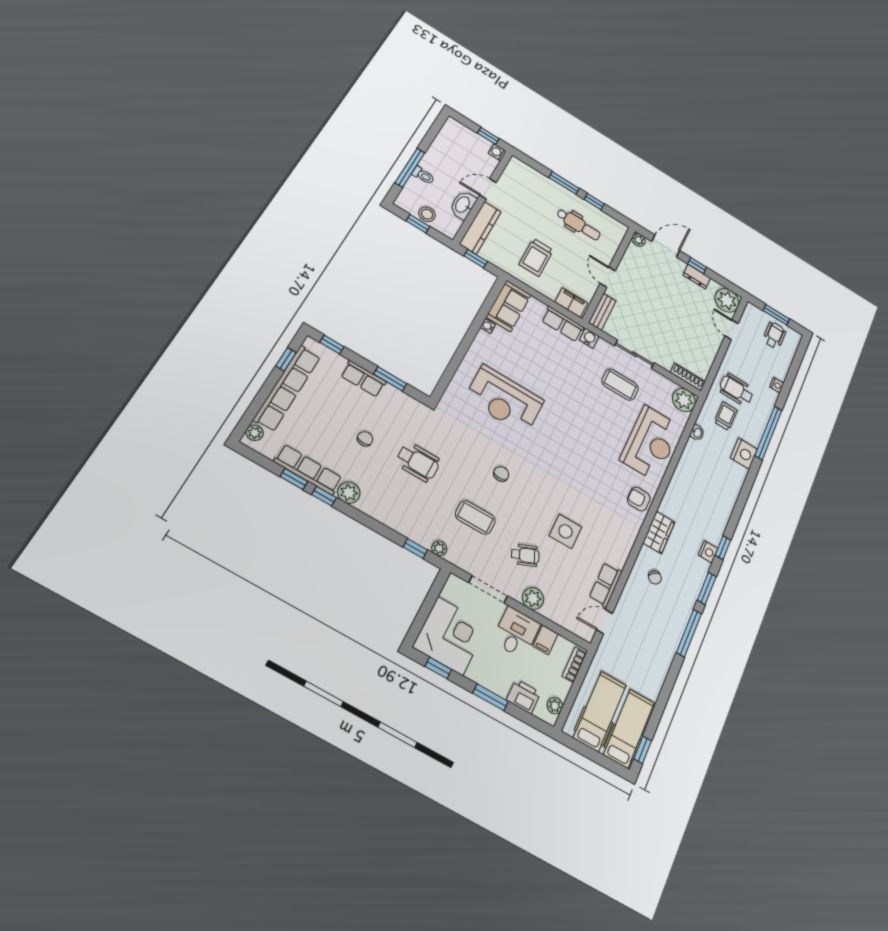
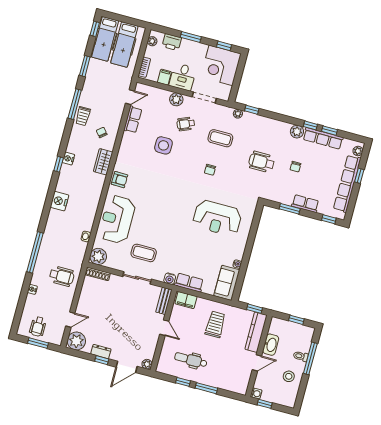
stool: (427, 214) -> (289, 376), moved
door: (732, 330) -> (70, 320), hinge flipped
window: (286, 359) -> (359, 176), moved
reception desk: (504, 400) -> (217, 218), turned 180
trolley: (726, 416) -> (83, 116), moved
nightstand: (744, 454) -> (59, 201), moved
window: (707, 588) -> (85, 66), moved

